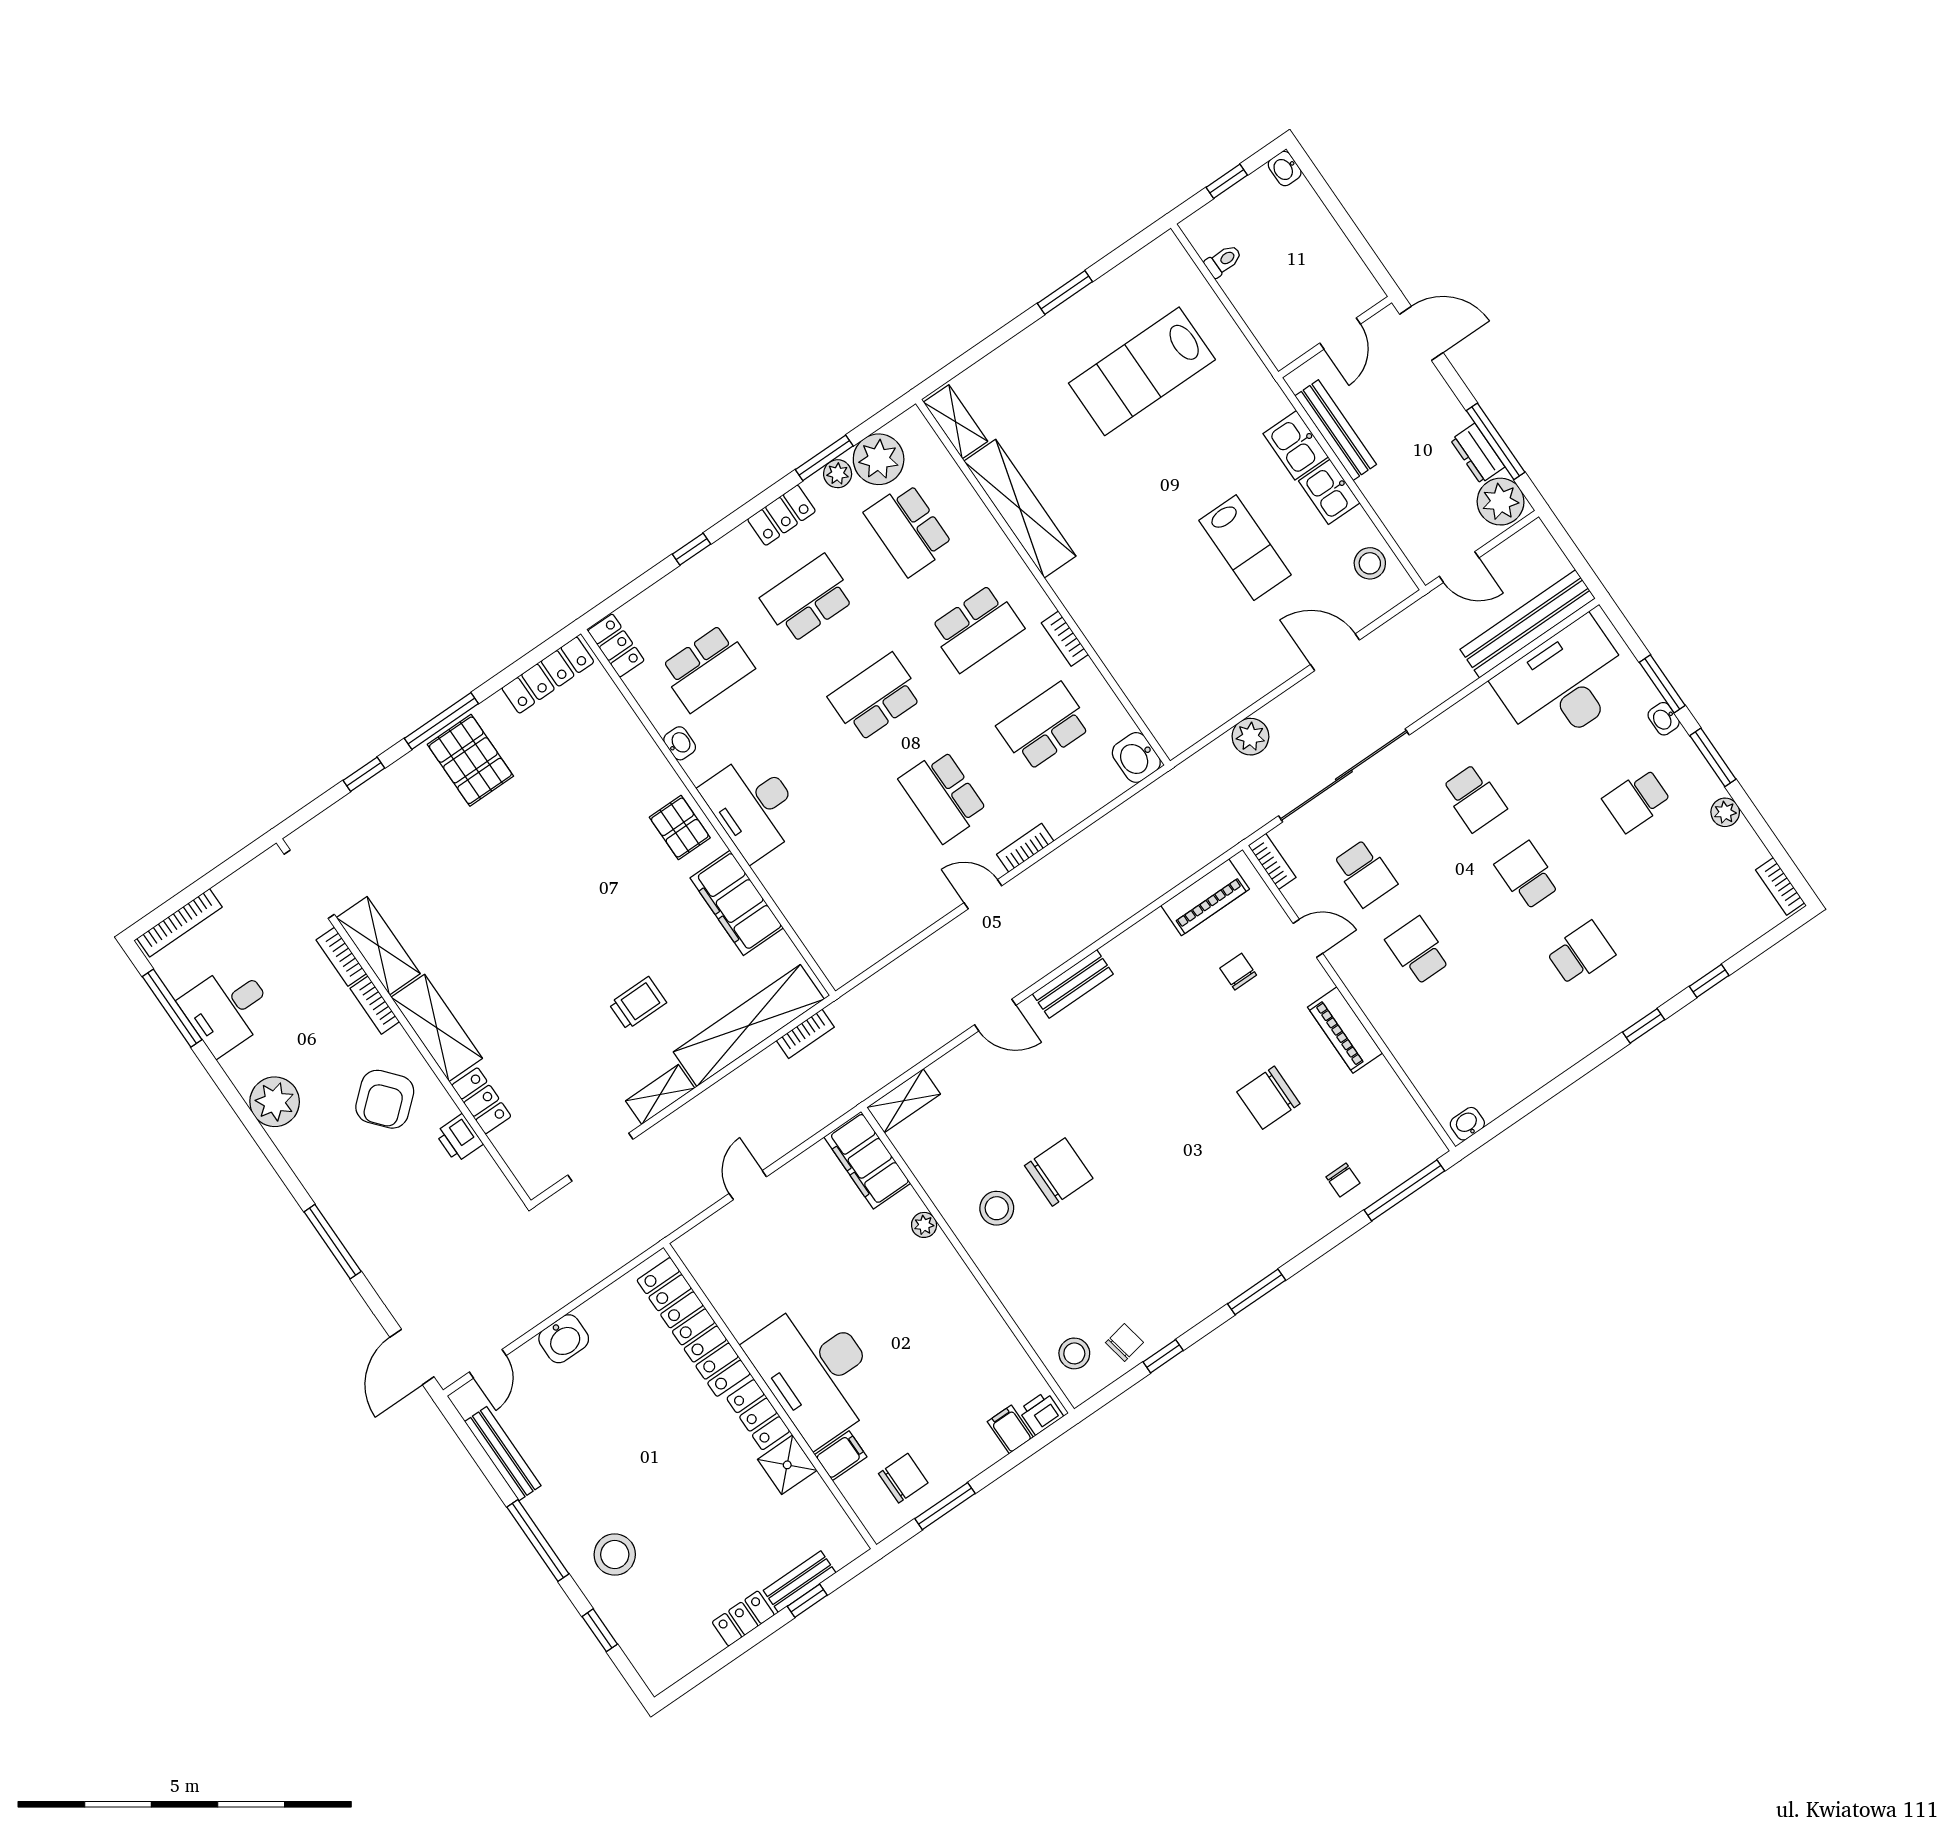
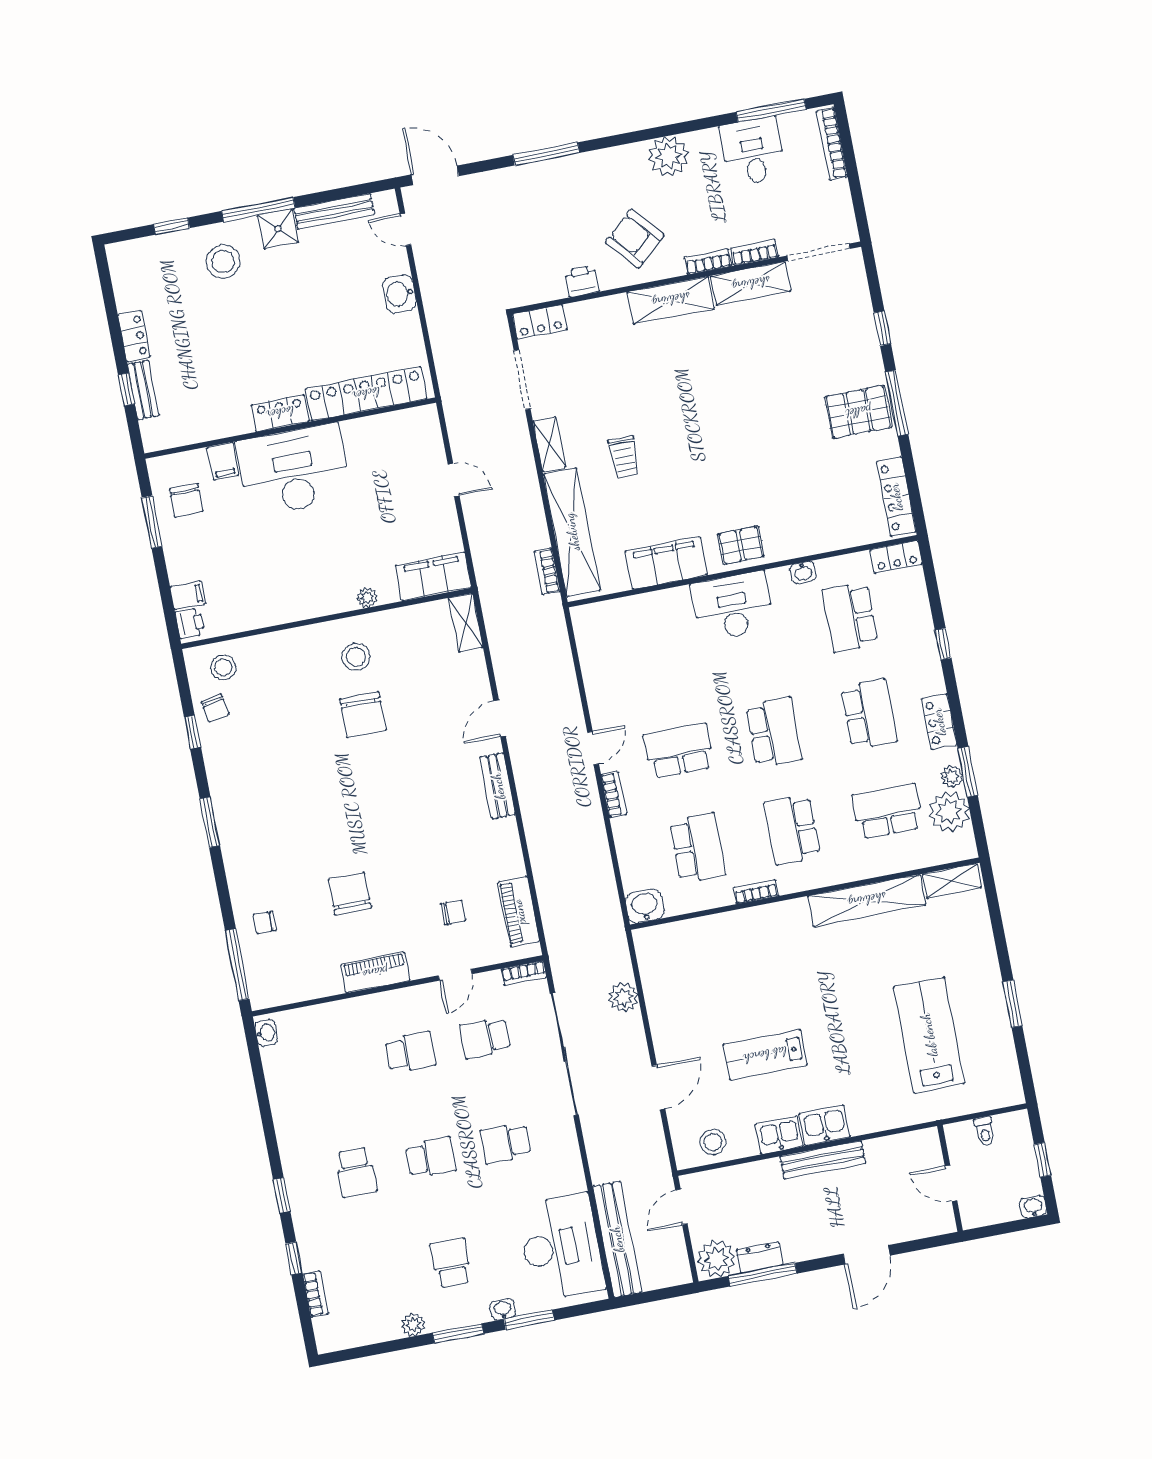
door: (1340, 334) -> (951, 1183), moved
wall: (1335, 337) -> (950, 1178), moved
bookcase: (1780, 886) -> (315, 1294), moved, turned 90
locker: (481, 1101) -> (540, 322), moved
shower: (787, 1465) -> (278, 229), moved

